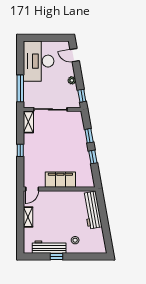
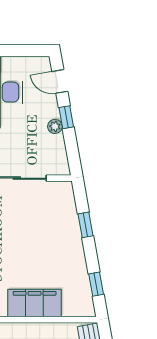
window: (82, 96) -> (66, 117), moved
window: (93, 157) -> (96, 284), moved

